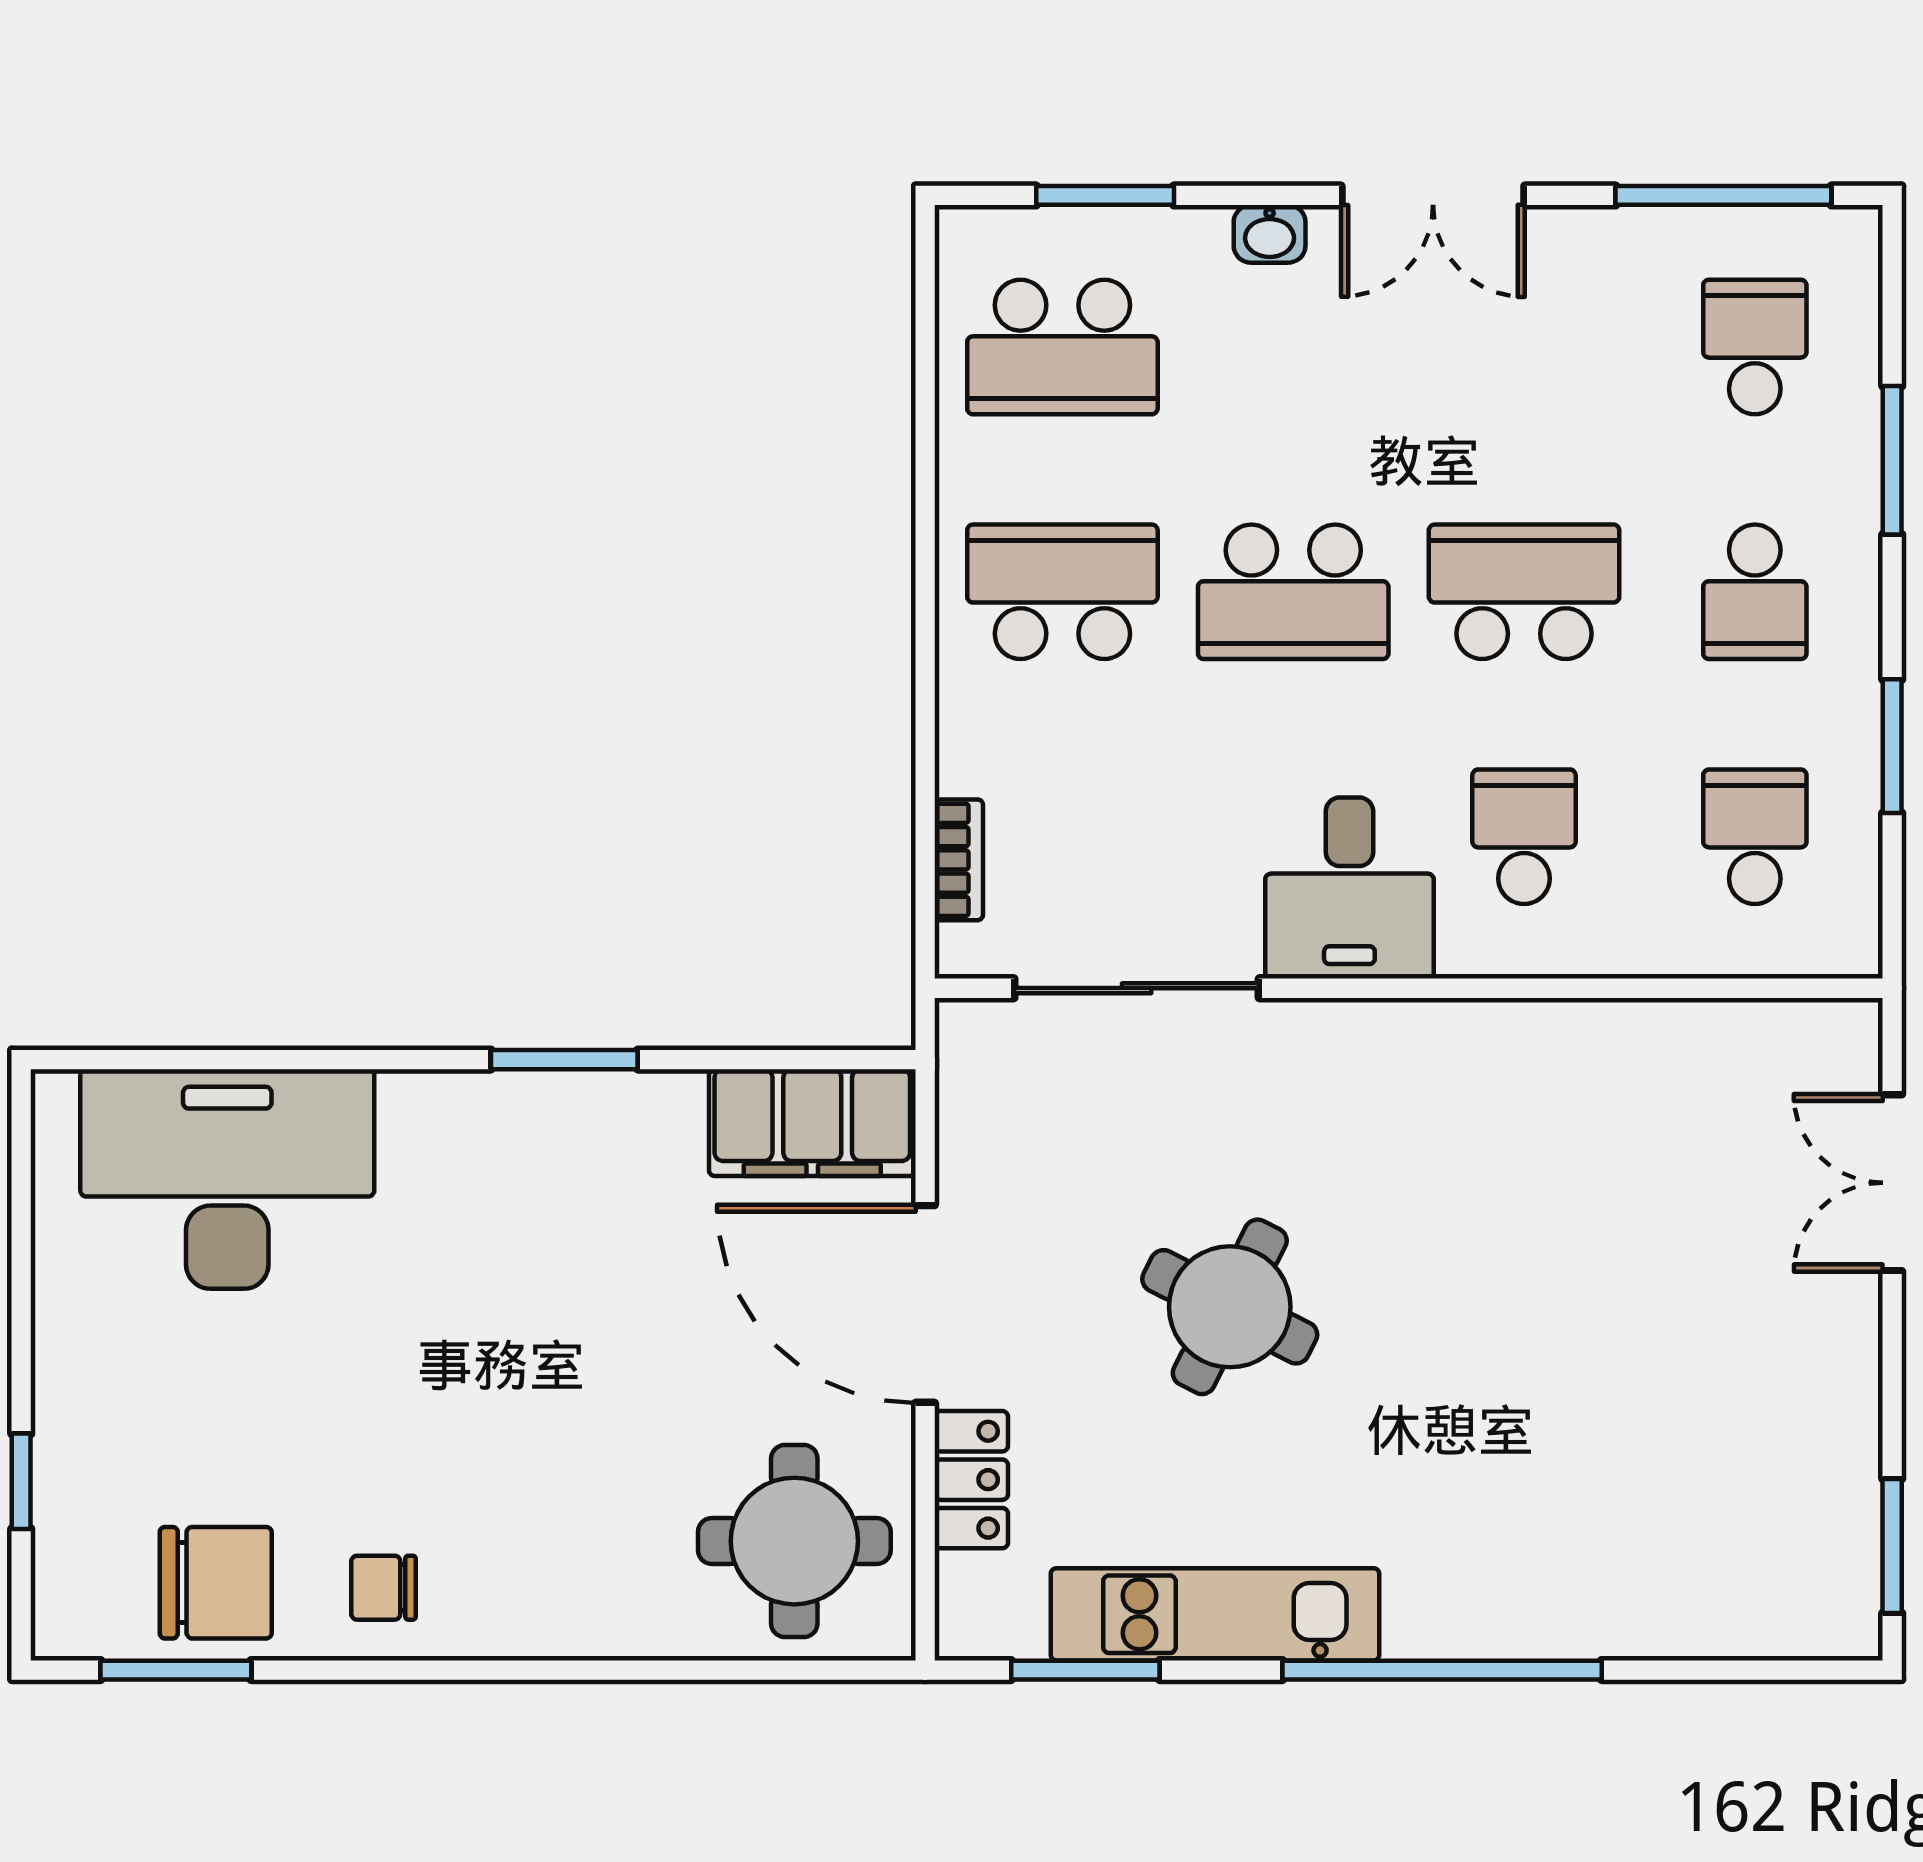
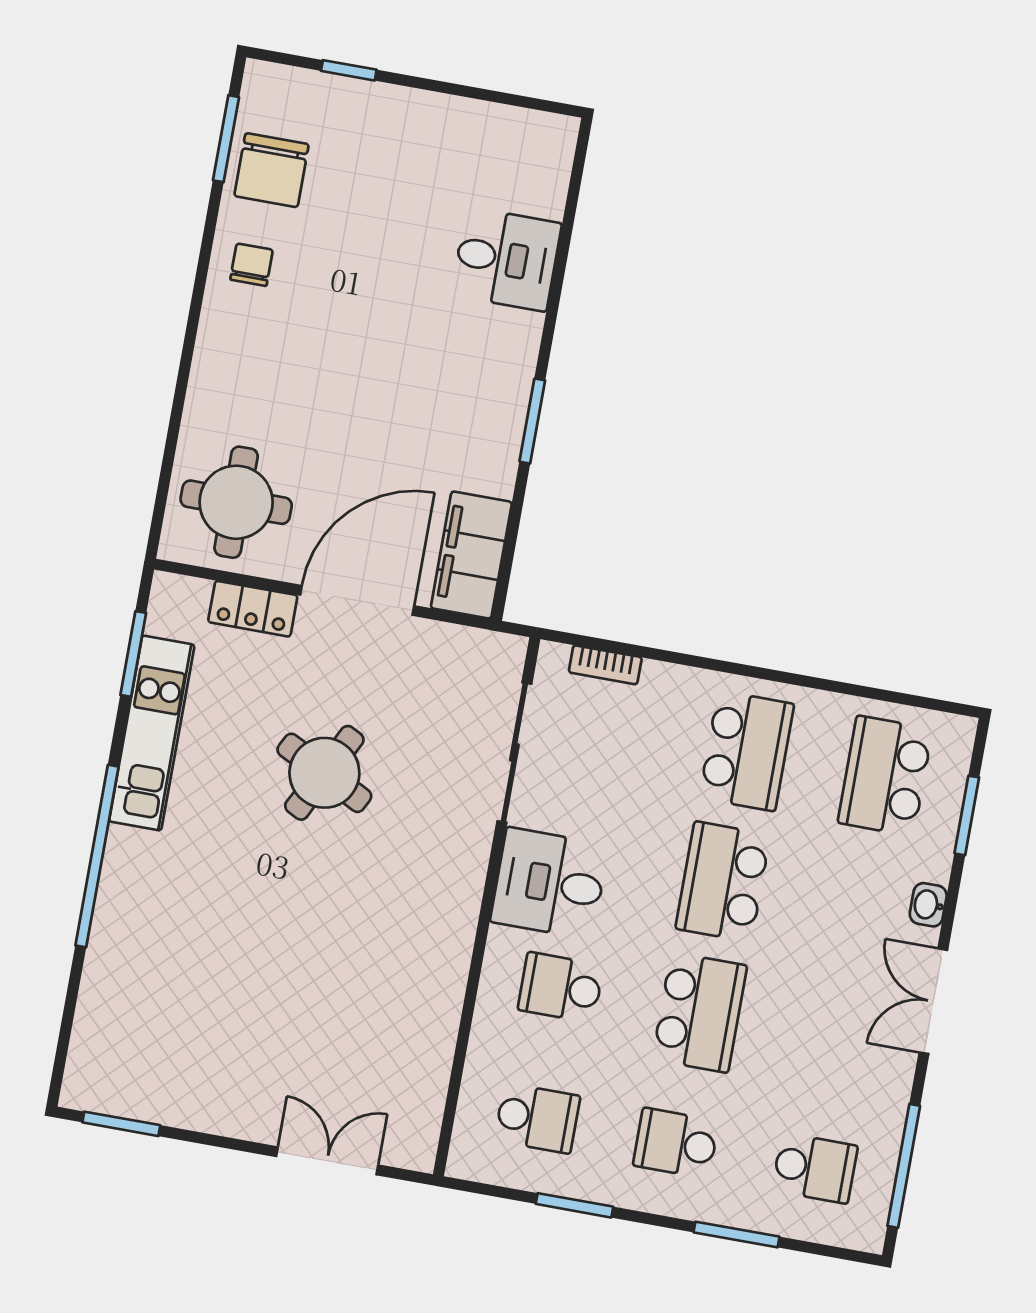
school desk: (1524, 837) -> (561, 987), turned 180
desk: (227, 1179) -> (506, 259), width x0.53, depth x0.77

